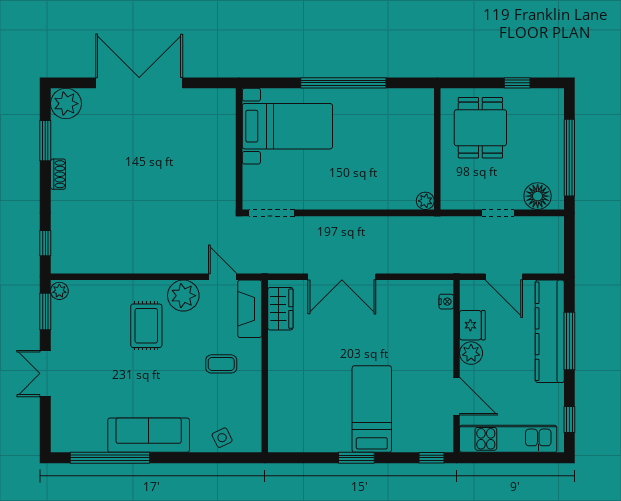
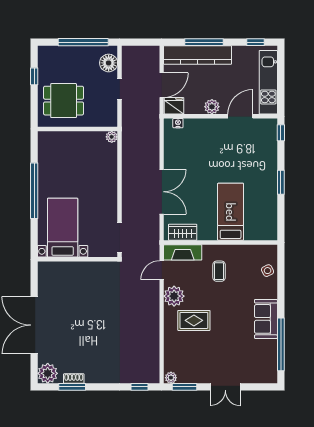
shoe rack: (58, 174) -> (74, 379), moved
fridge: (472, 325) -> (174, 106), moved
bed: (372, 409) -> (231, 212), moved, turned 90
sofa: (149, 435) -> (266, 319), width x0.73

